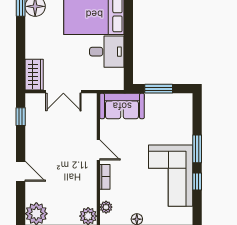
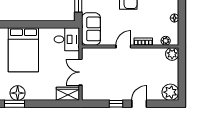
desk: (107, 52) -> (67, 39), moved, turned 90
double door: (63, 92) -> (80, 72), swing flipped
window: (21, 117) -> (116, 104), moved

